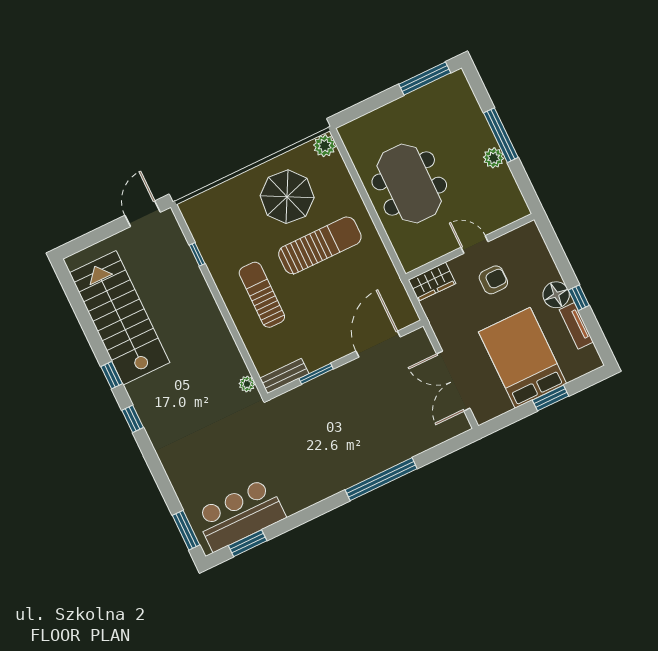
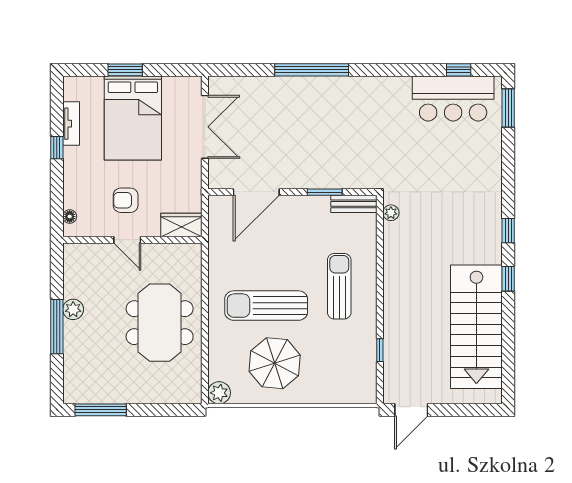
sun lounger: (262, 295) -> (339, 286), turned 180
floor lamp: (556, 295) -> (70, 217), moved, width x0.53, depth x0.53
window: (248, 543) -> (459, 70), width x0.67

